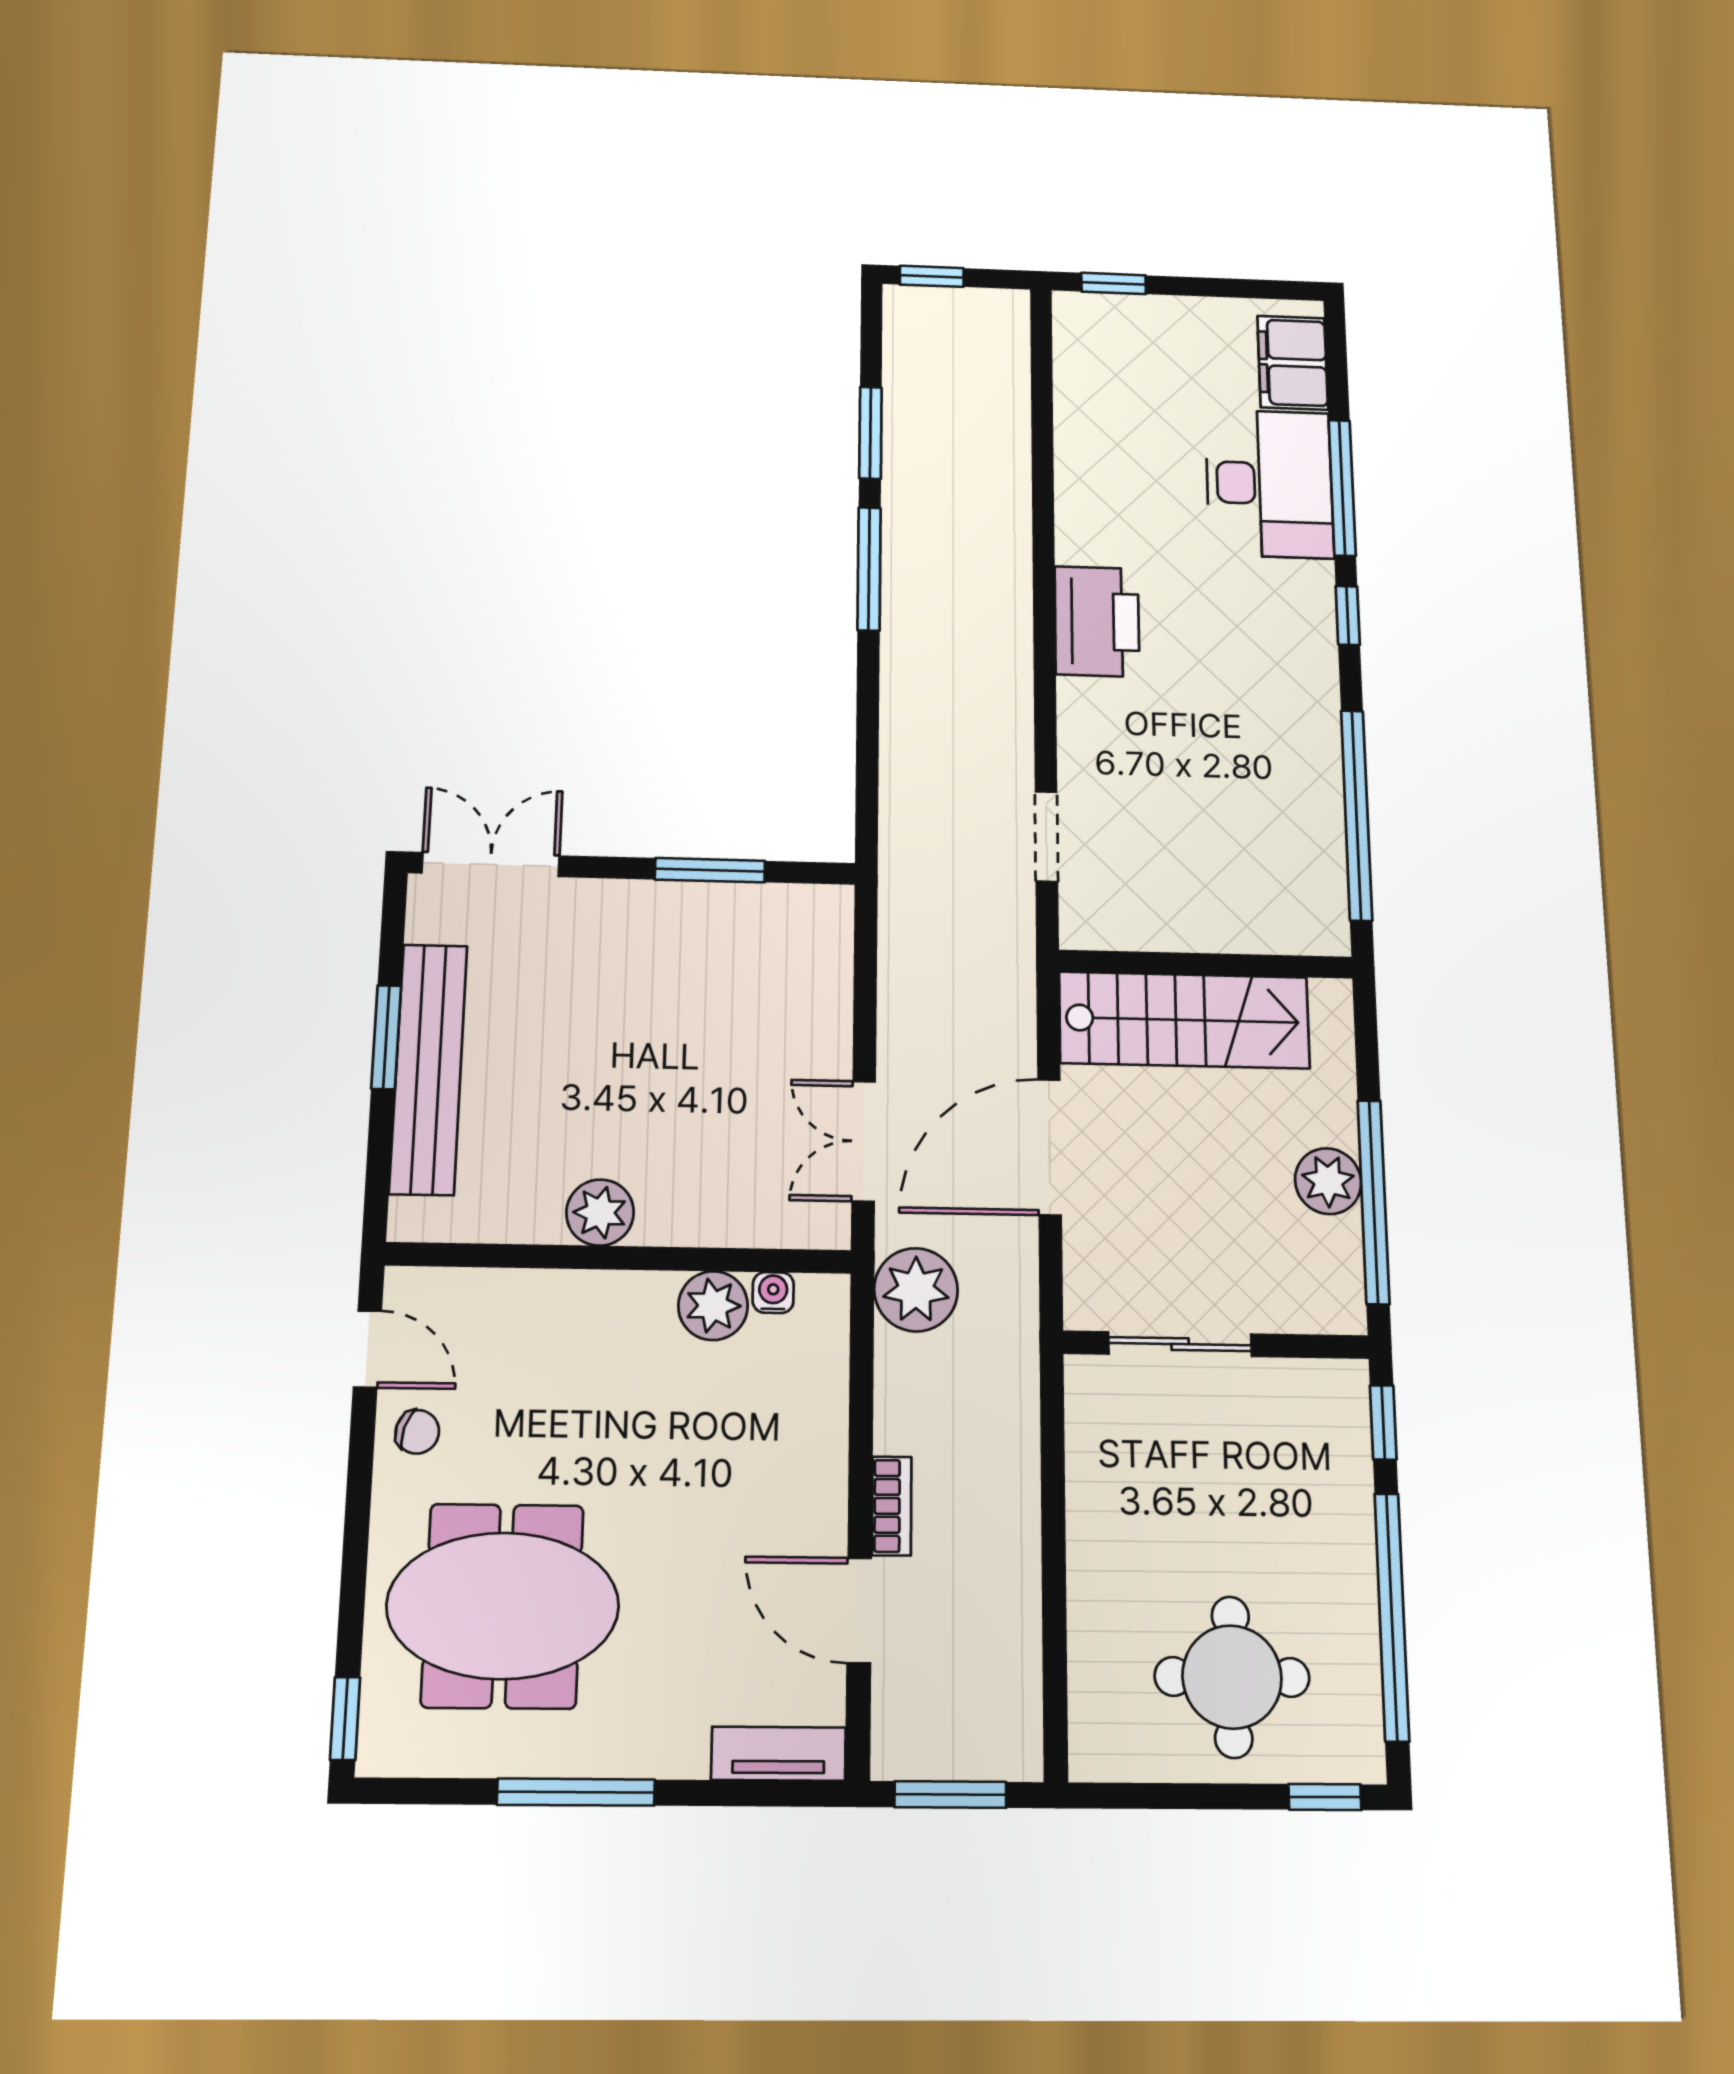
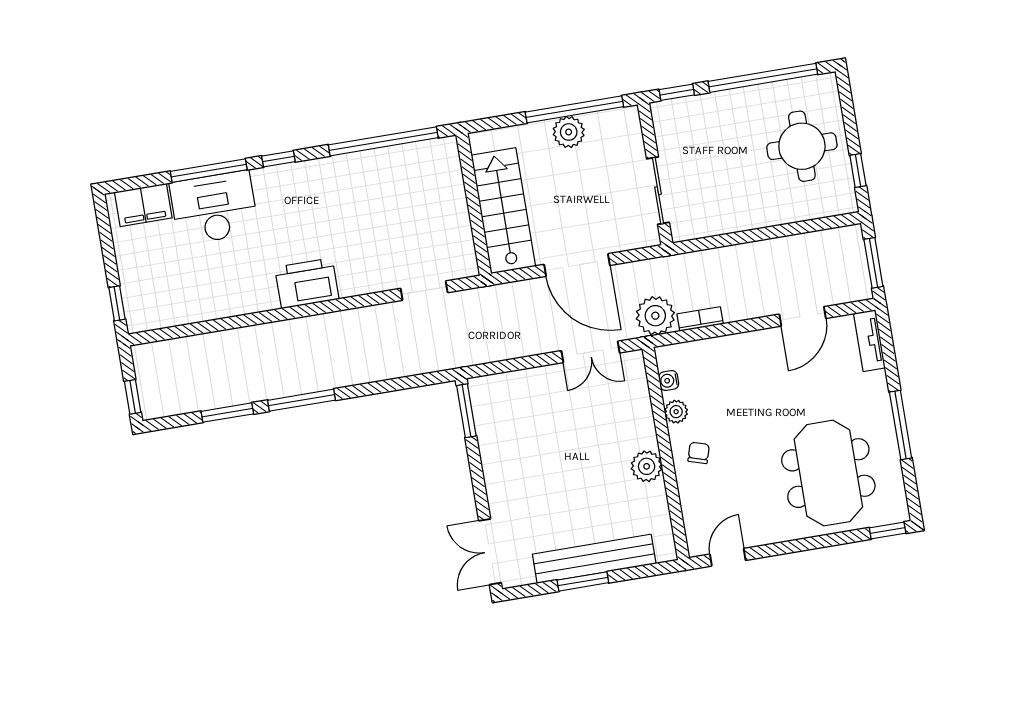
window: (710, 870) -> (466, 411), moved
plant: (713, 1306) -> (676, 412), width x0.73, depth x0.73
chair: (417, 1432) -> (699, 453), moved
bookcase: (892, 1506) -> (700, 319), moved
window: (1325, 1797) -> (858, 170), moved

